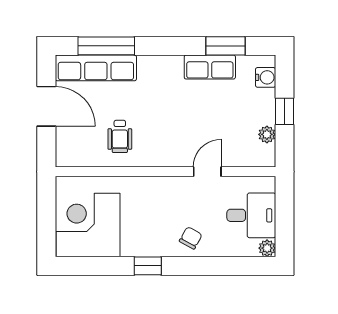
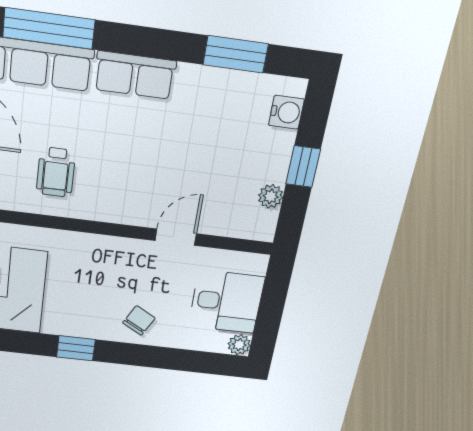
row of seats: (210, 67) -> (135, 75), moved

